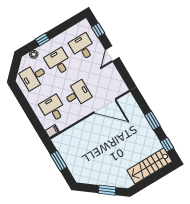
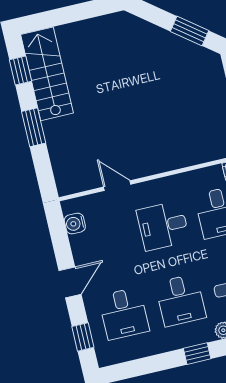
water cooler: (119, 82) -> (75, 224), added
door: (105, 106) -> (117, 186), width x0.53
stairs: (150, 166) -> (47, 74), moved, turned -90
window: (107, 190) -> (190, 31), moved

